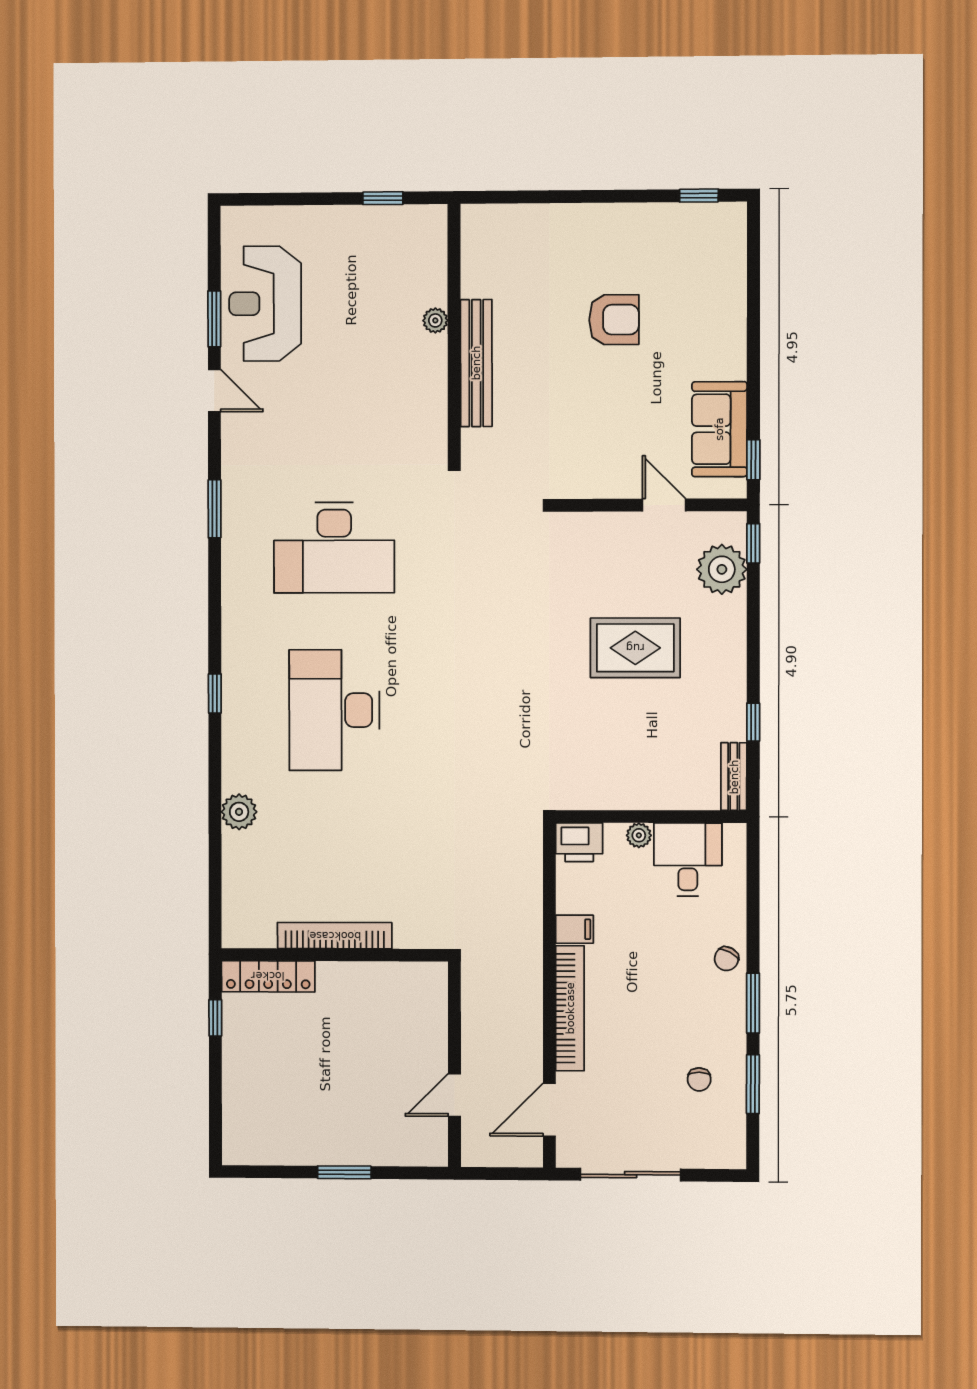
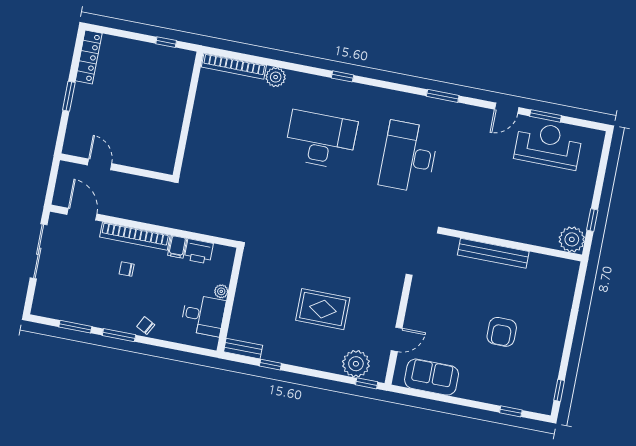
plant: (435, 320) -> (572, 239), moved, width x1.88, depth x1.88
window: (753, 460) -> (511, 411), moved
rug: (635, 648) -> (323, 309), turned 90
printer: (579, 842) -> (199, 251), moved, turned -90
bookcase: (335, 936) -> (234, 66), moved, turned 90
locker: (268, 976) -> (89, 57), moved, turned 180
chair: (699, 1079) -> (127, 269), moved

